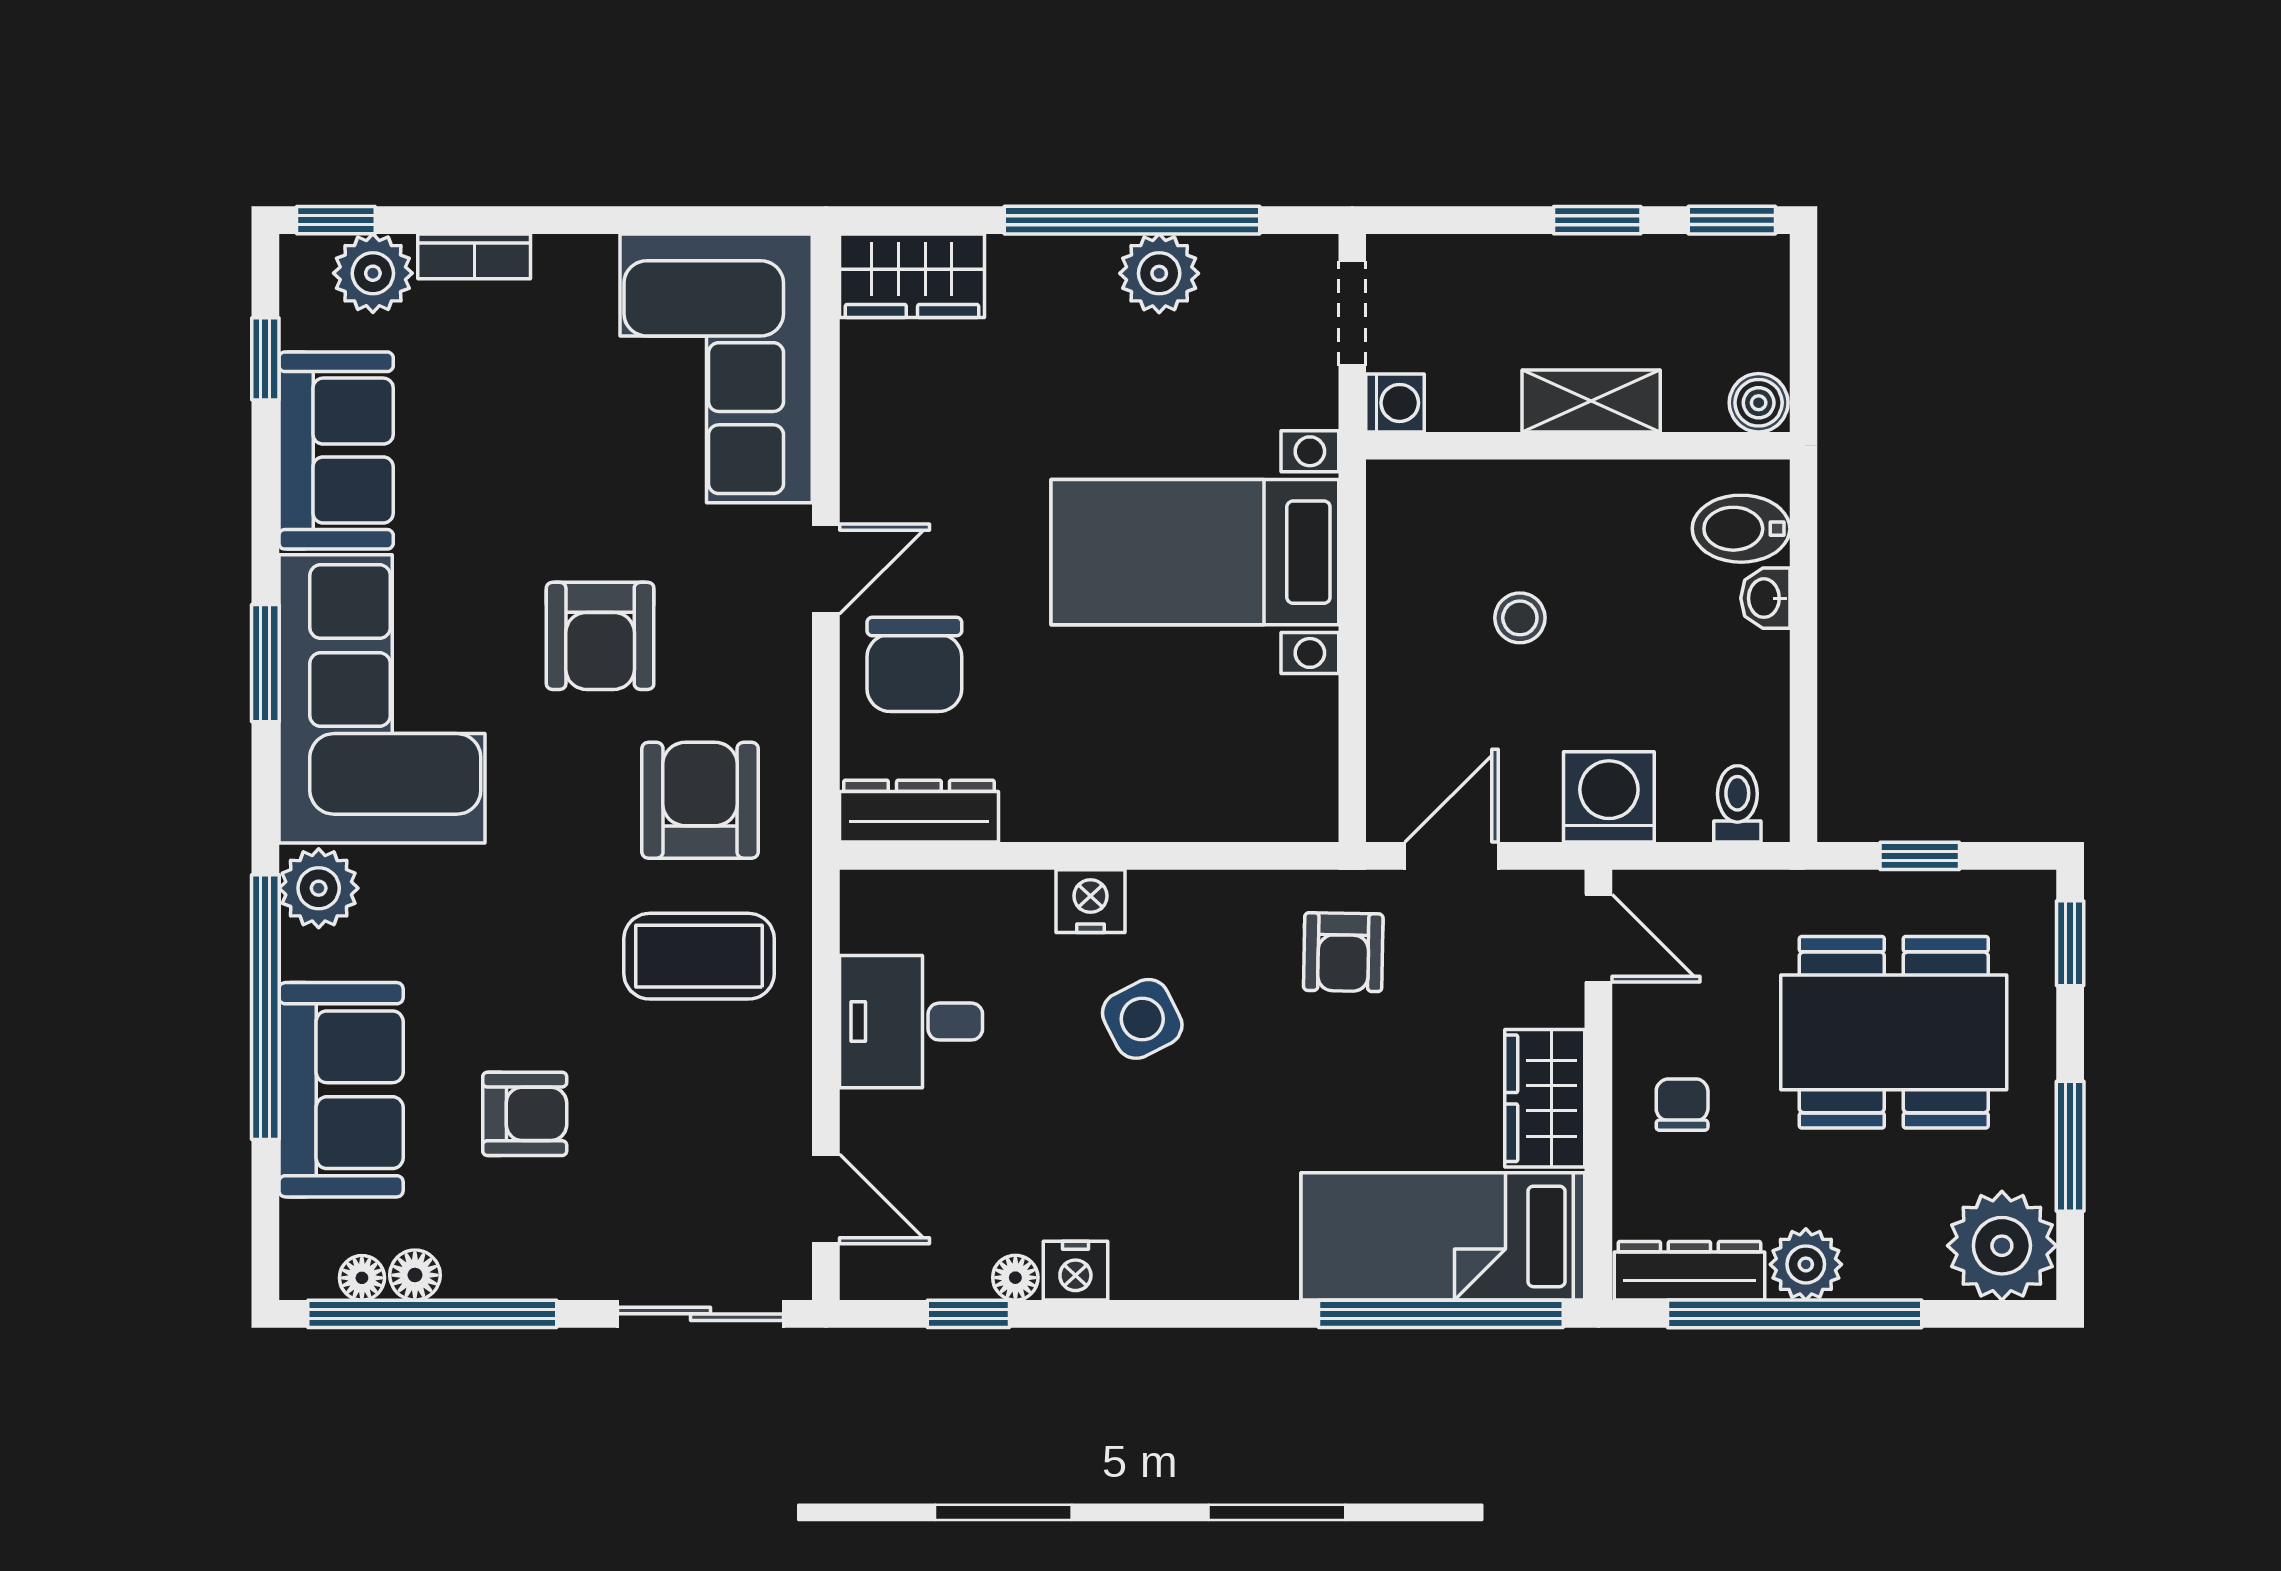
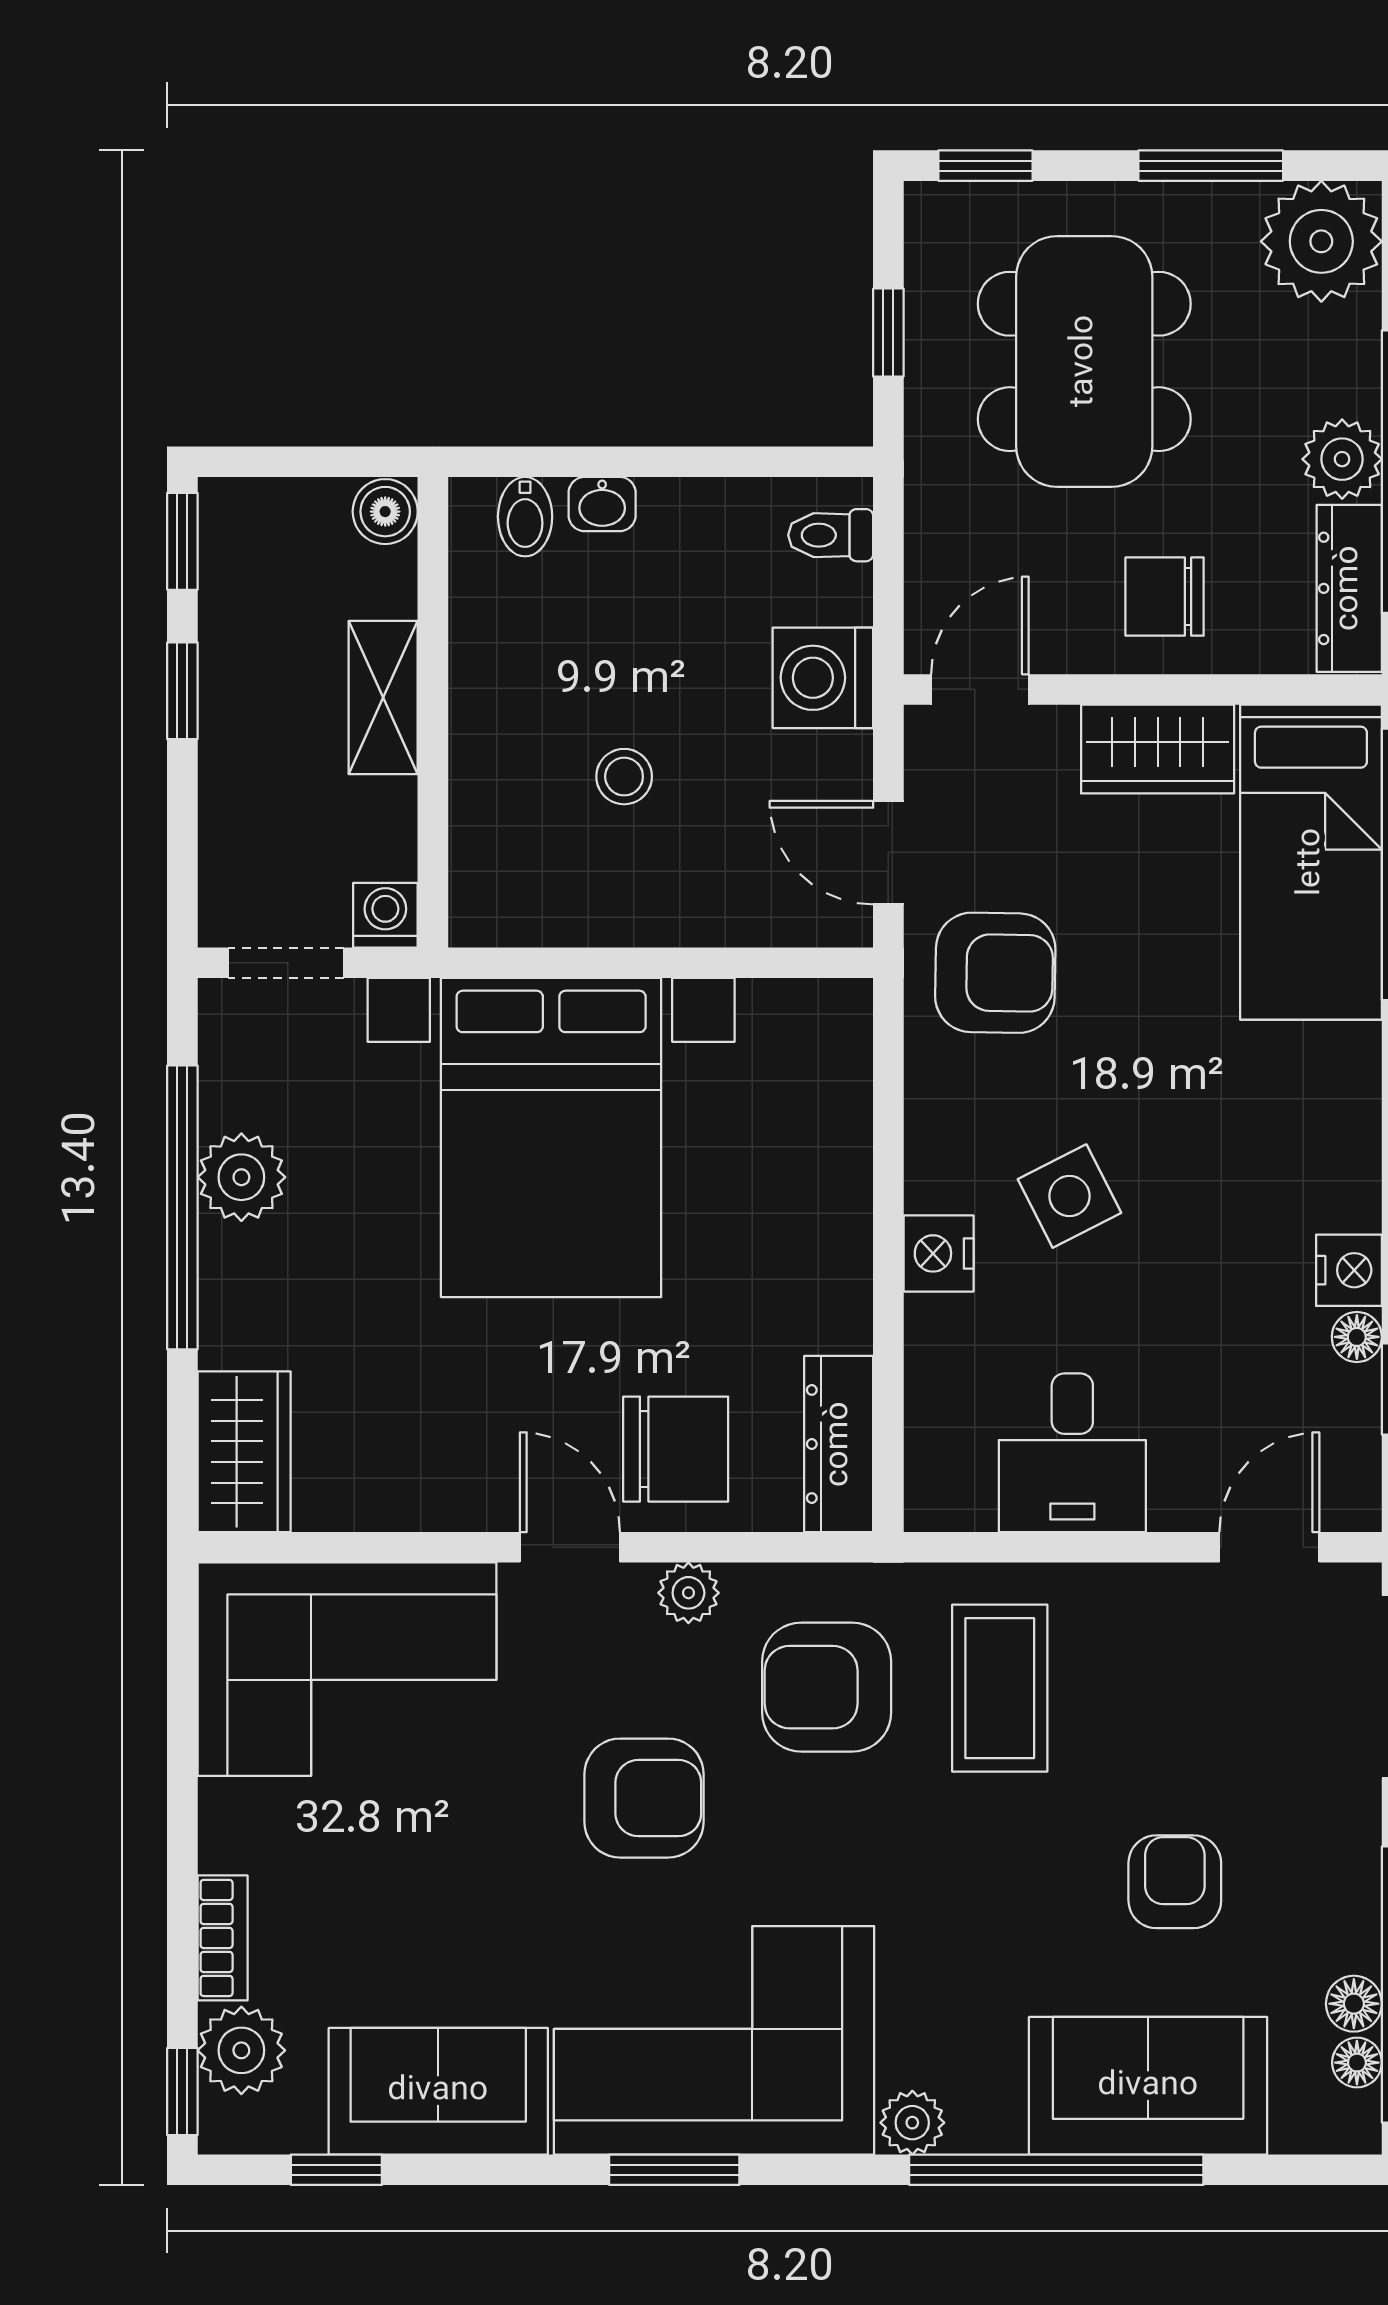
bidet: (1741, 529) -> (525, 517), width x0.72, depth x0.74
bed with nightstands: (1195, 552) -> (551, 1138), width x1.36
plant: (785, 676) -> (688, 1593), added
plant: (319, 888) -> (912, 2123), width x0.73, depth x0.73
armchair: (1343, 952) -> (995, 973), width x1.38, depth x1.38
chair: (1682, 1105) -> (1165, 597), width x1.37, depth x1.37

